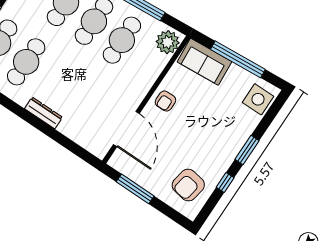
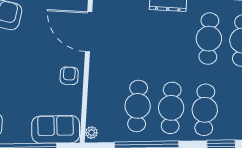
plant: (168, 42) -> (91, 133), width x0.53, depth x0.53

